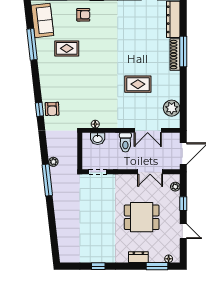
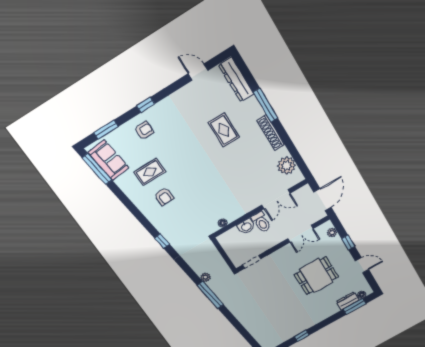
window: (32, 44) -> (97, 169), moved
shoe rack: (175, 55) -> (271, 133), moved
rug: (138, 84) -> (224, 130), moved, turned 90
armchair: (52, 109) -> (164, 197), moved
washbasin: (98, 139) -> (246, 226), moved
dresser: (138, 257) -> (348, 301), moved

